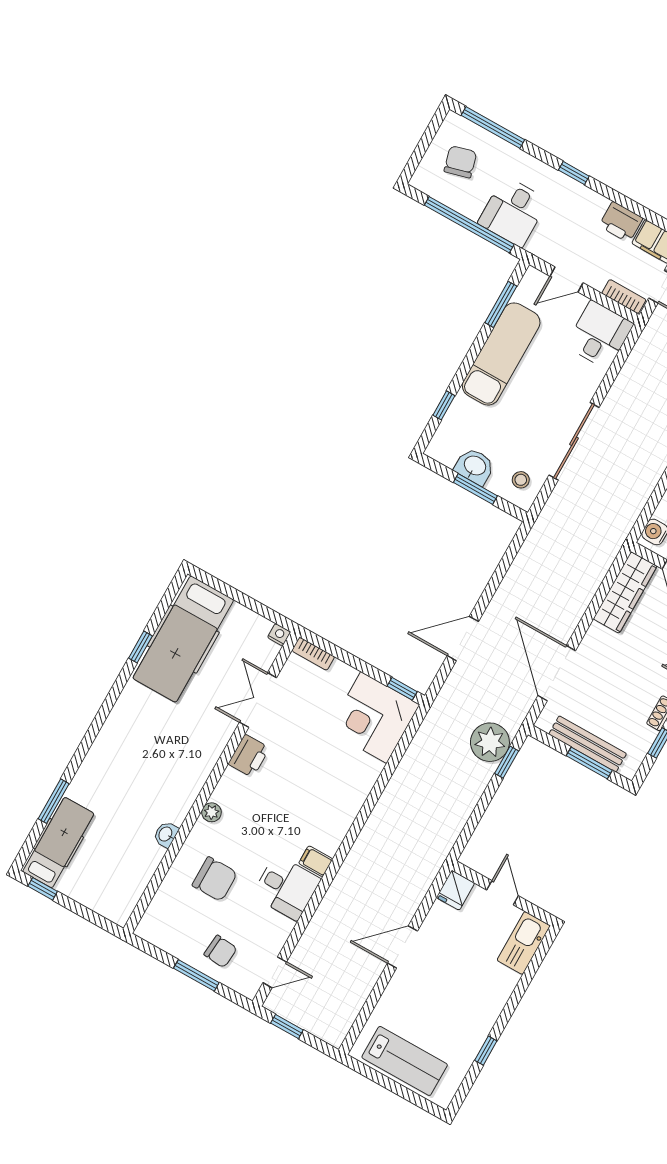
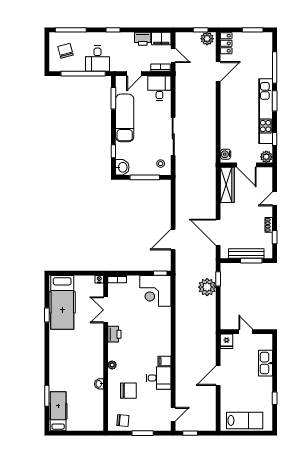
washbasin: (475, 466) -> (122, 167), moved, turned 90
window: (475, 489) -> (145, 177), width x1.44
plant: (490, 742) -> (207, 287), moved
window: (43, 889) -> (62, 433), removed
kitchen sink: (524, 943) -> (265, 363), moved
chair: (220, 951) -> (123, 420), moved

